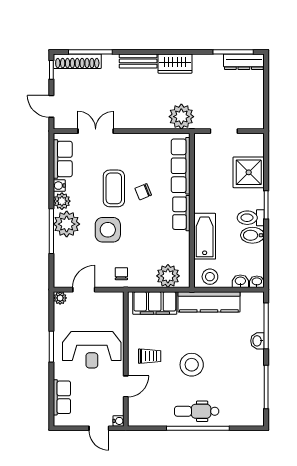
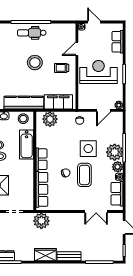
shoe rack: (77, 61) -> (108, 256), removed
dental chair: (197, 411) -> (32, 33), turned 180

